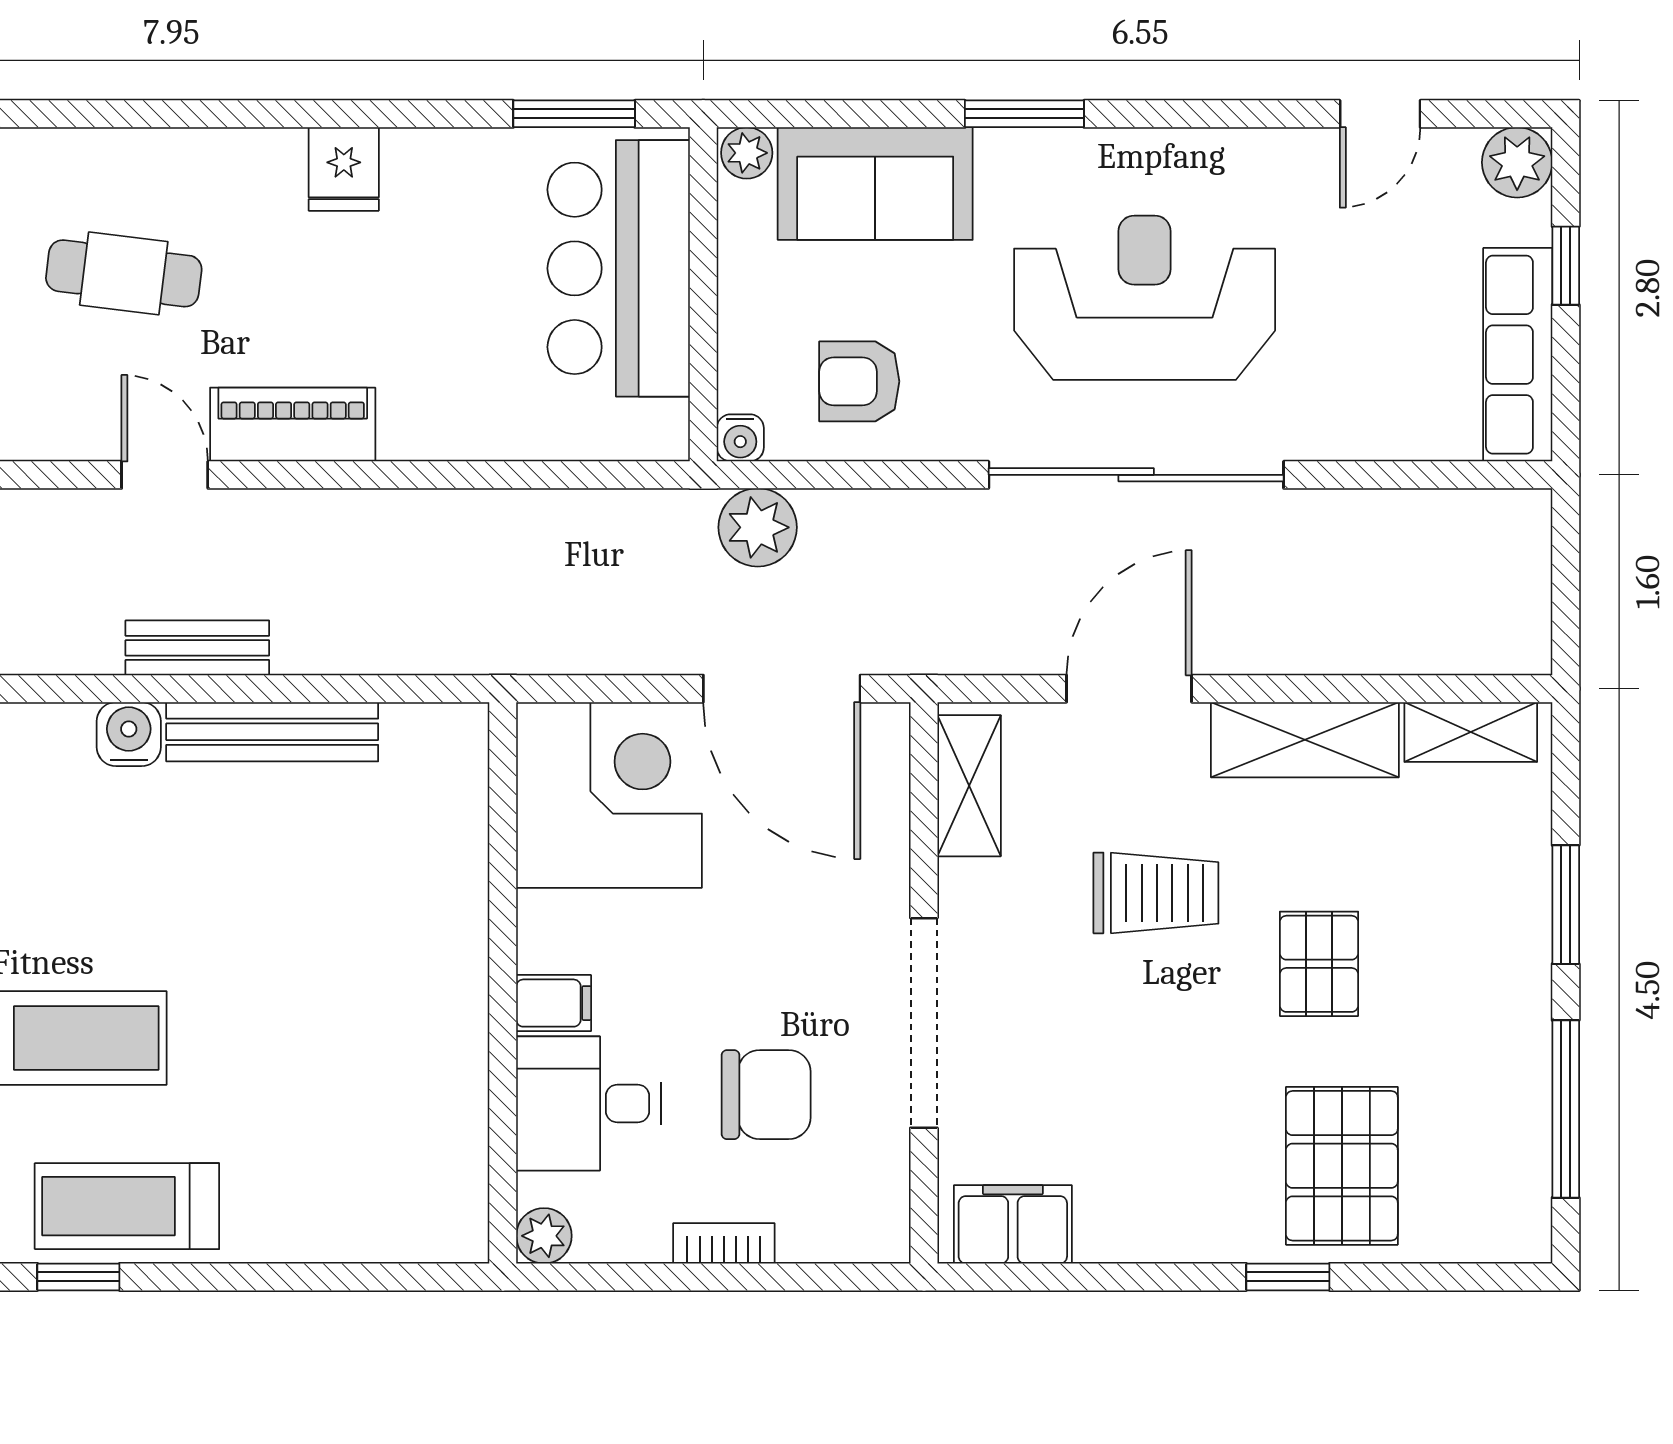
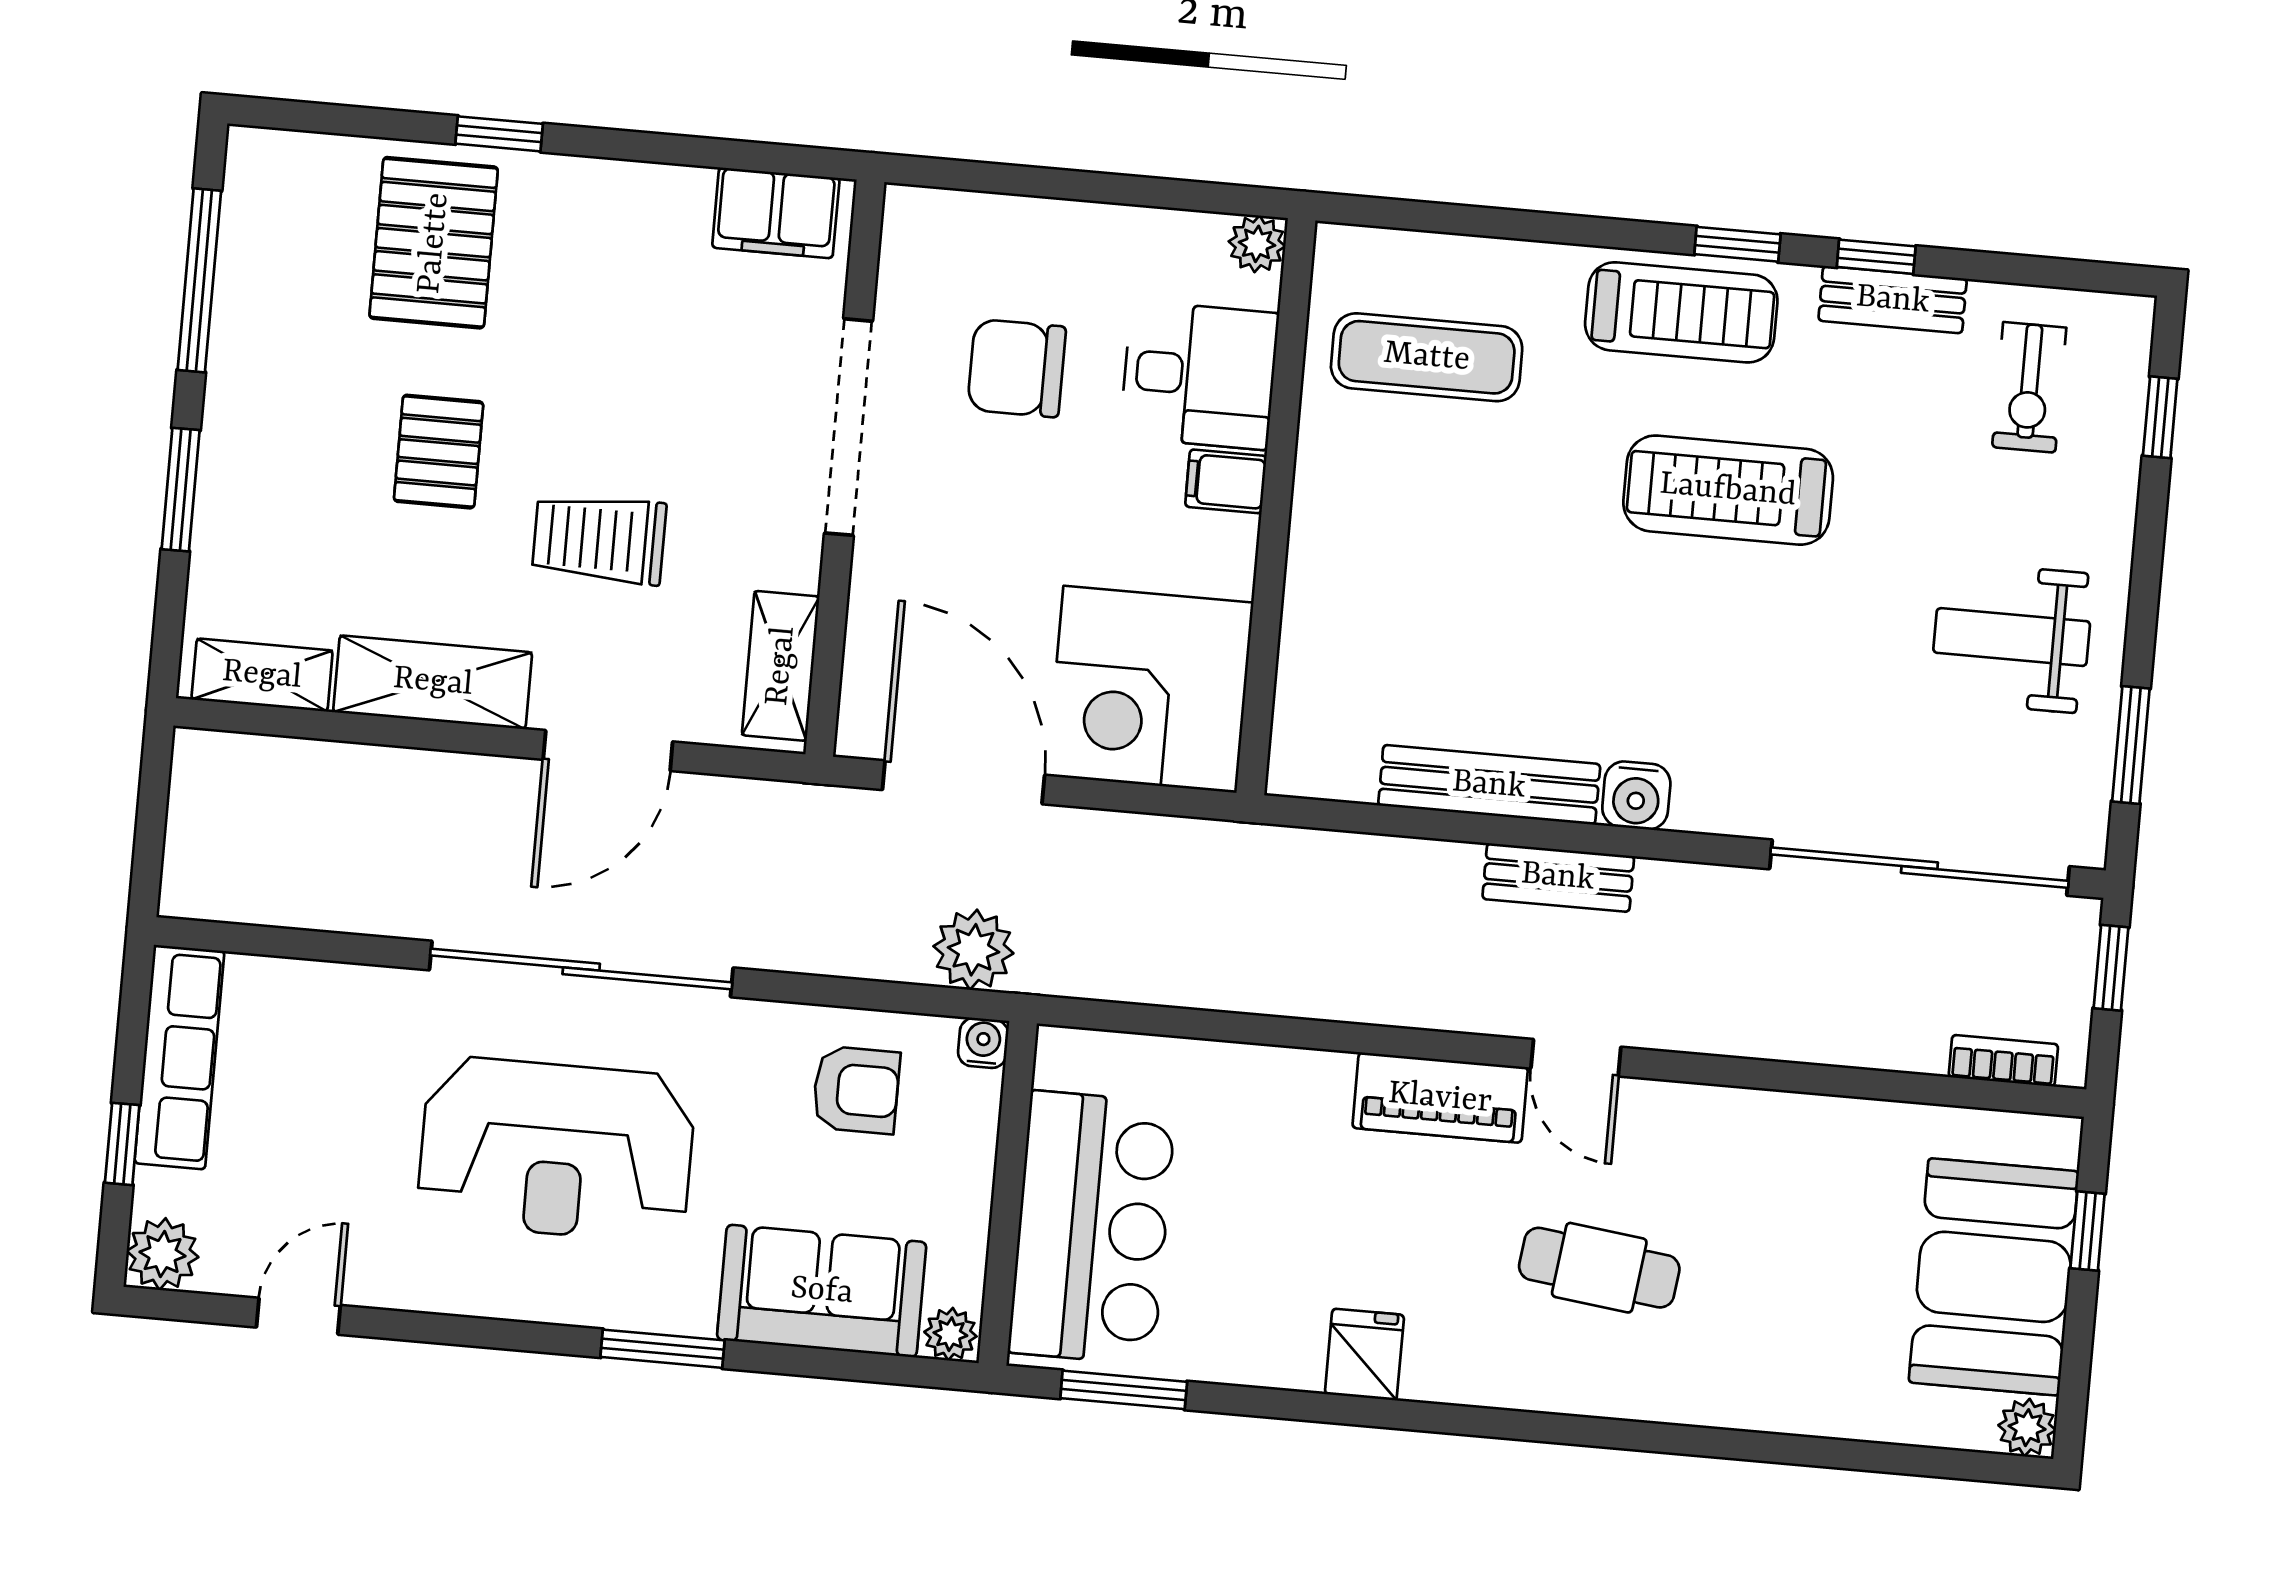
exercise mat: (370, 1141) -> (1427, 357), added
bookcase: (724, 1243) -> (1073, 220), removed

